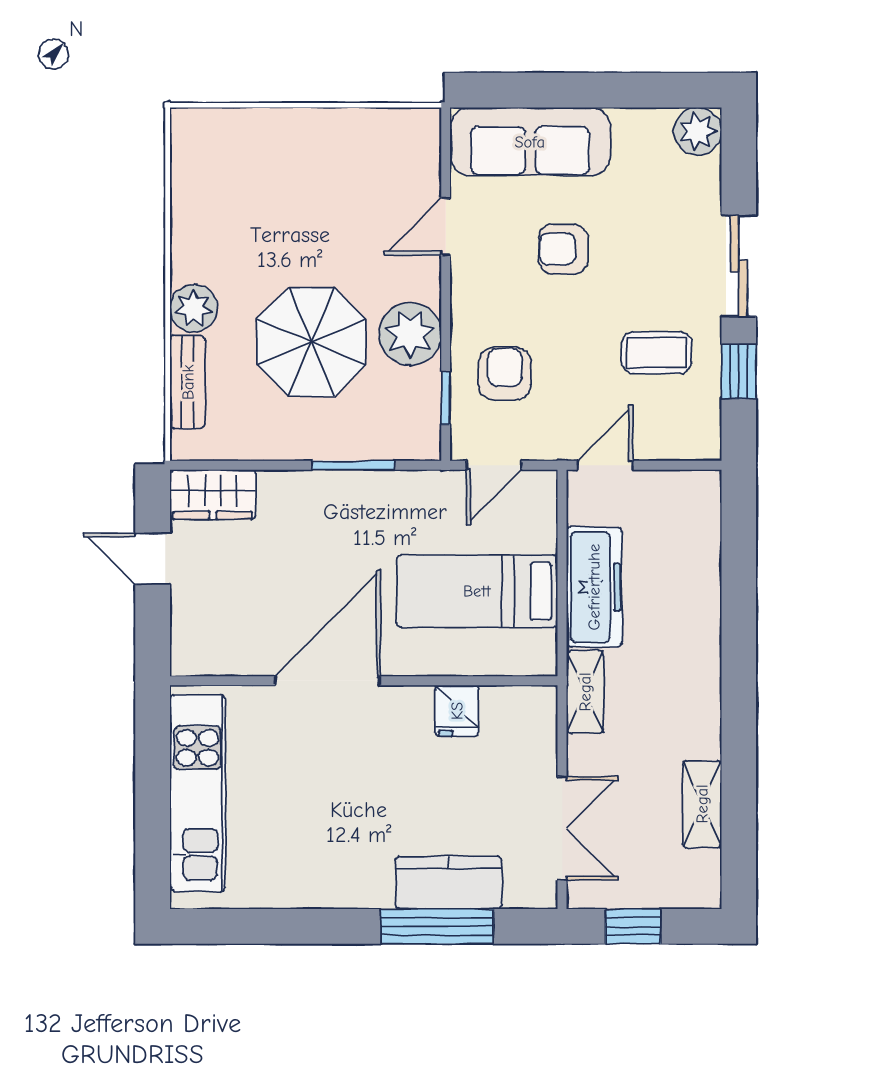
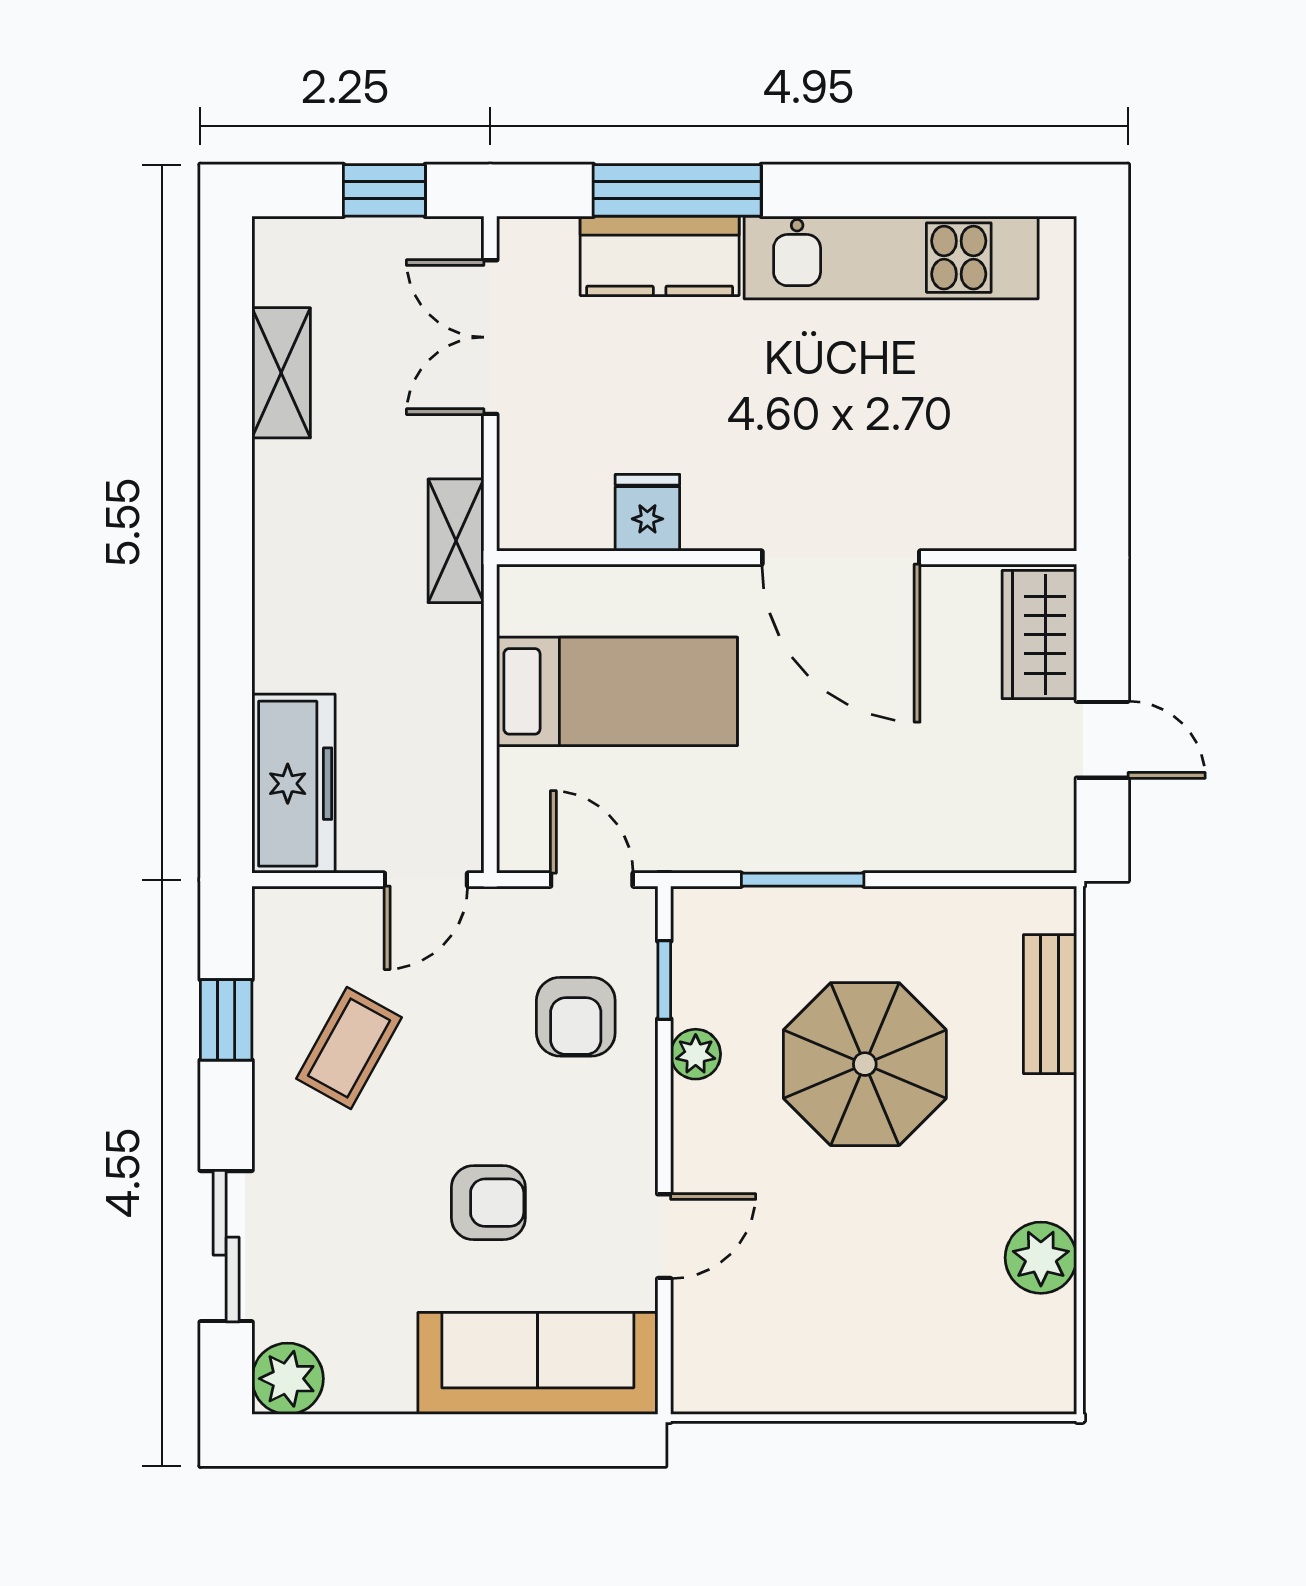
sliding door: (739, 266) -> (226, 1246), moved
plant: (194, 308) -> (1041, 1258), moved
plant: (410, 334) -> (696, 1054), width x0.53, depth x0.53
coffee table: (657, 353) -> (349, 1048), turned -61
door: (494, 465) -> (592, 880), hinge flipped
wardrobe: (213, 494) -> (1039, 635), moved, turned -90
freezer: (594, 587) -> (293, 784), moved, turned 180
door: (327, 681) -> (841, 558), hinge flipped
kitchen unit: (198, 793) -> (891, 258), moved, turned -90

